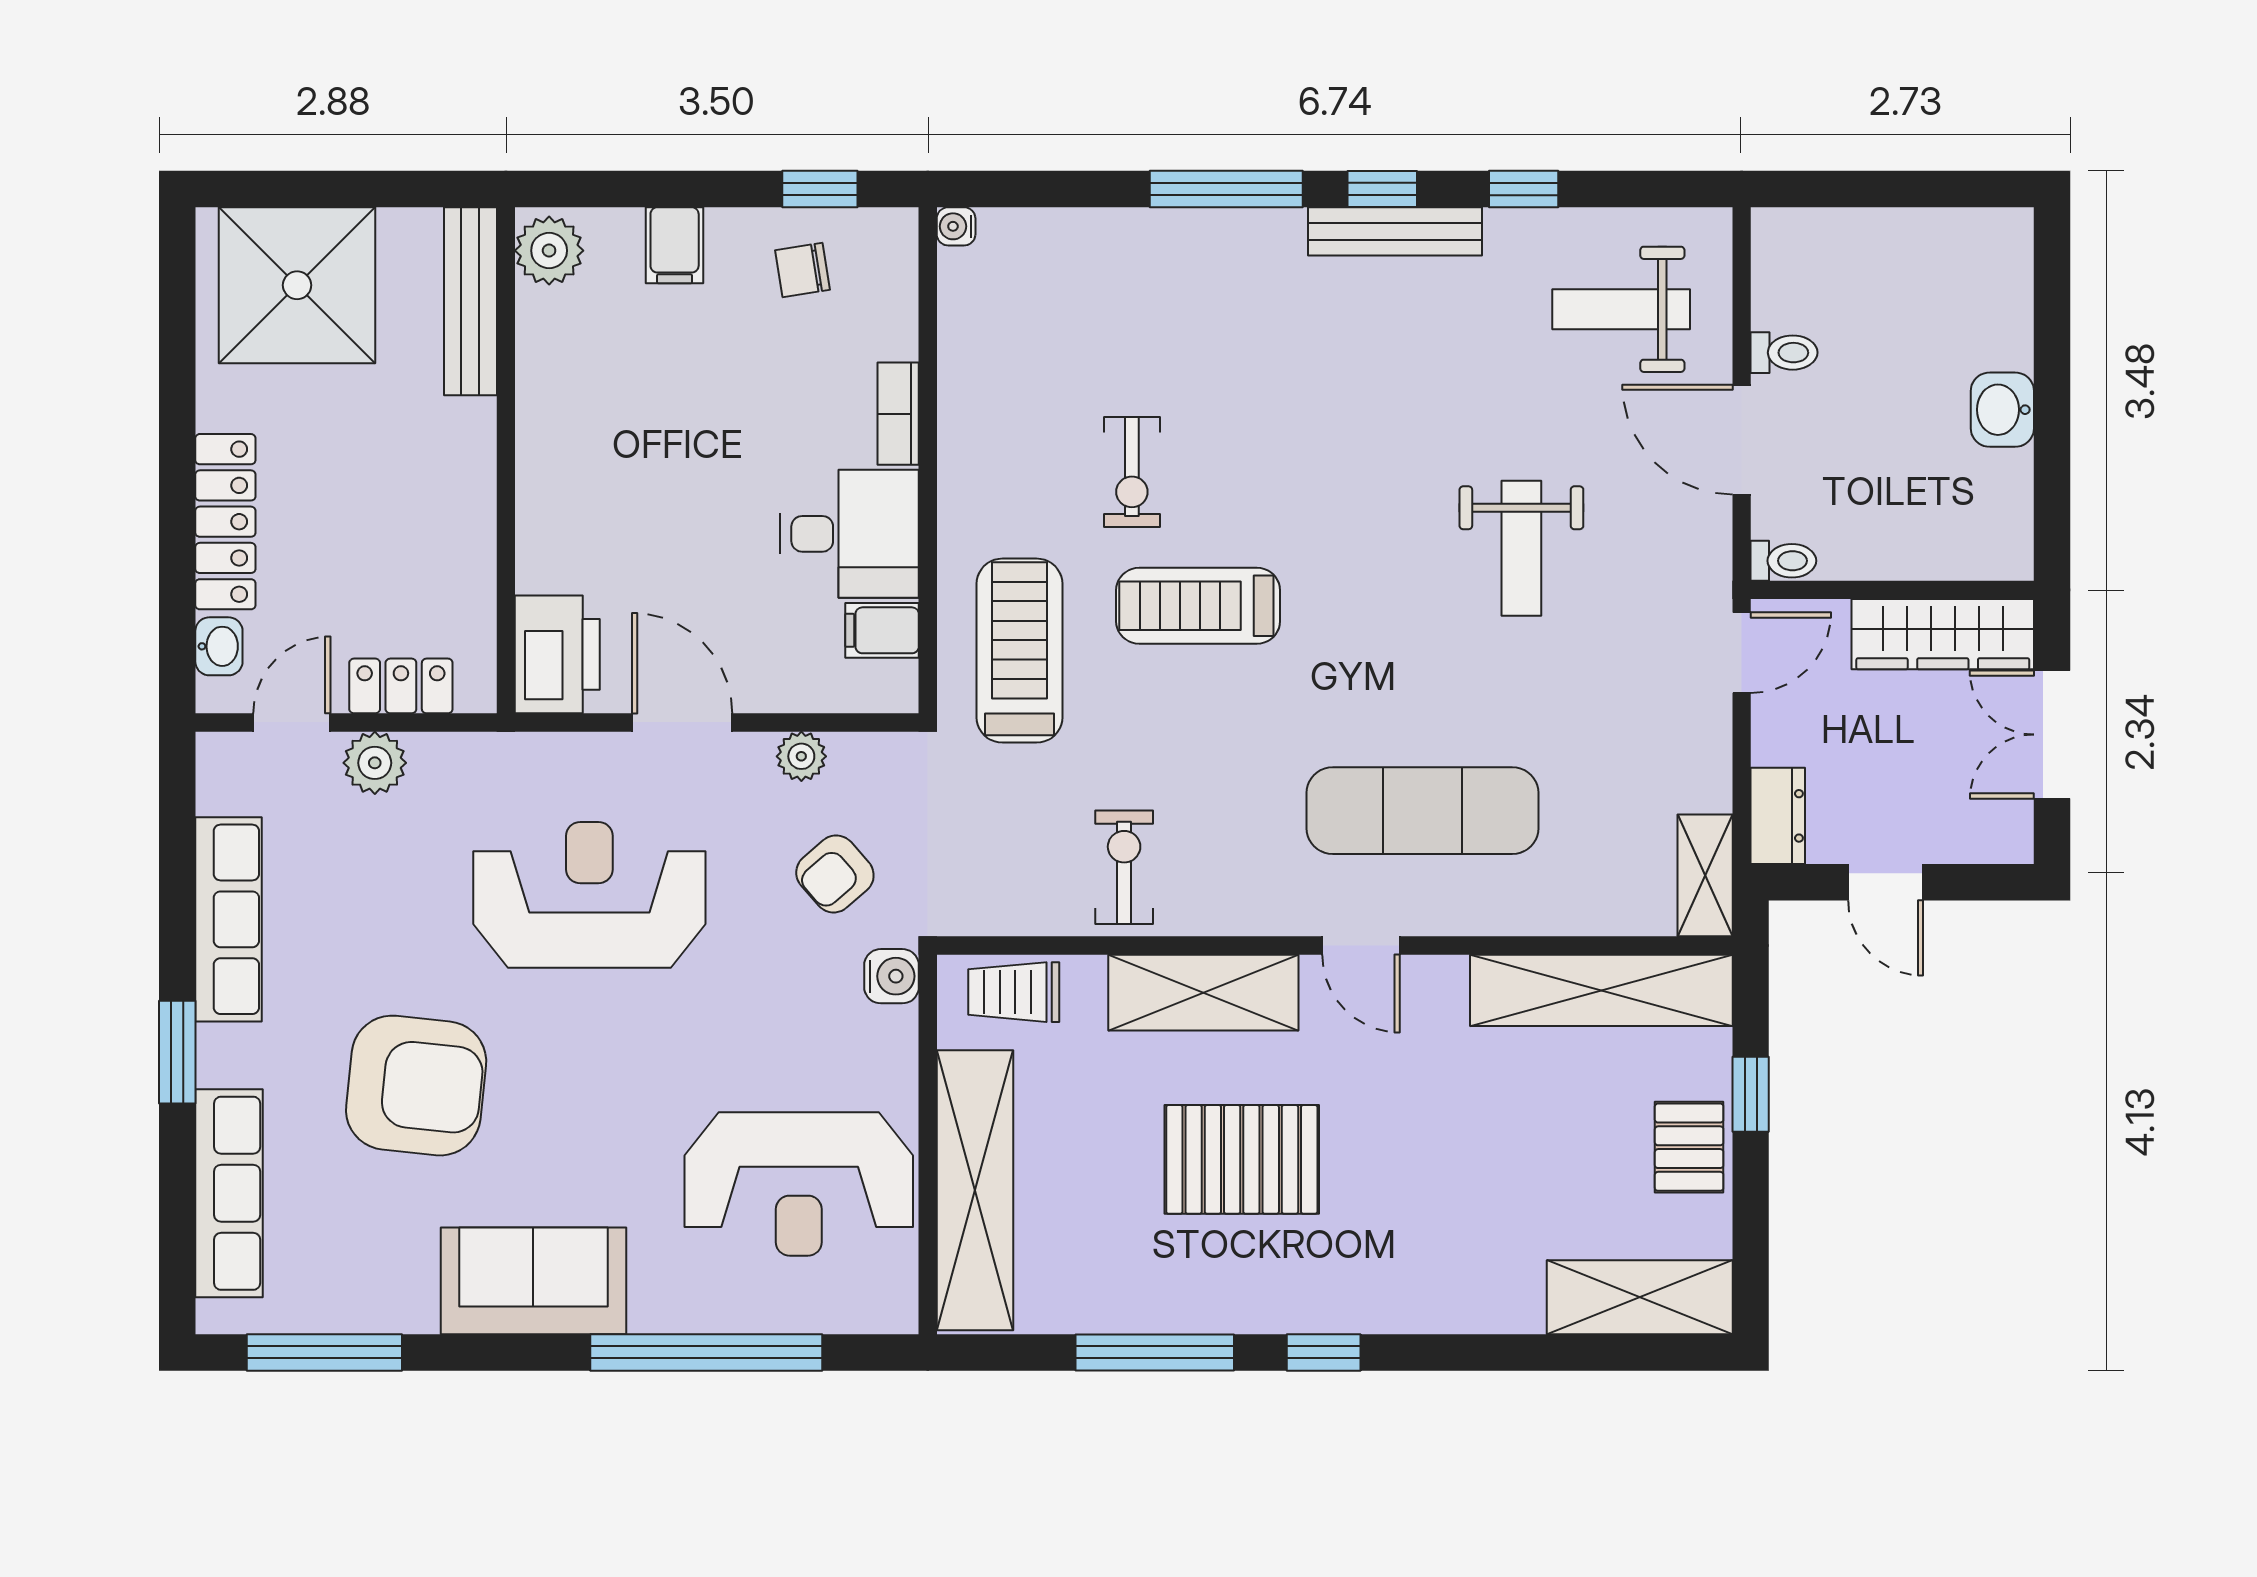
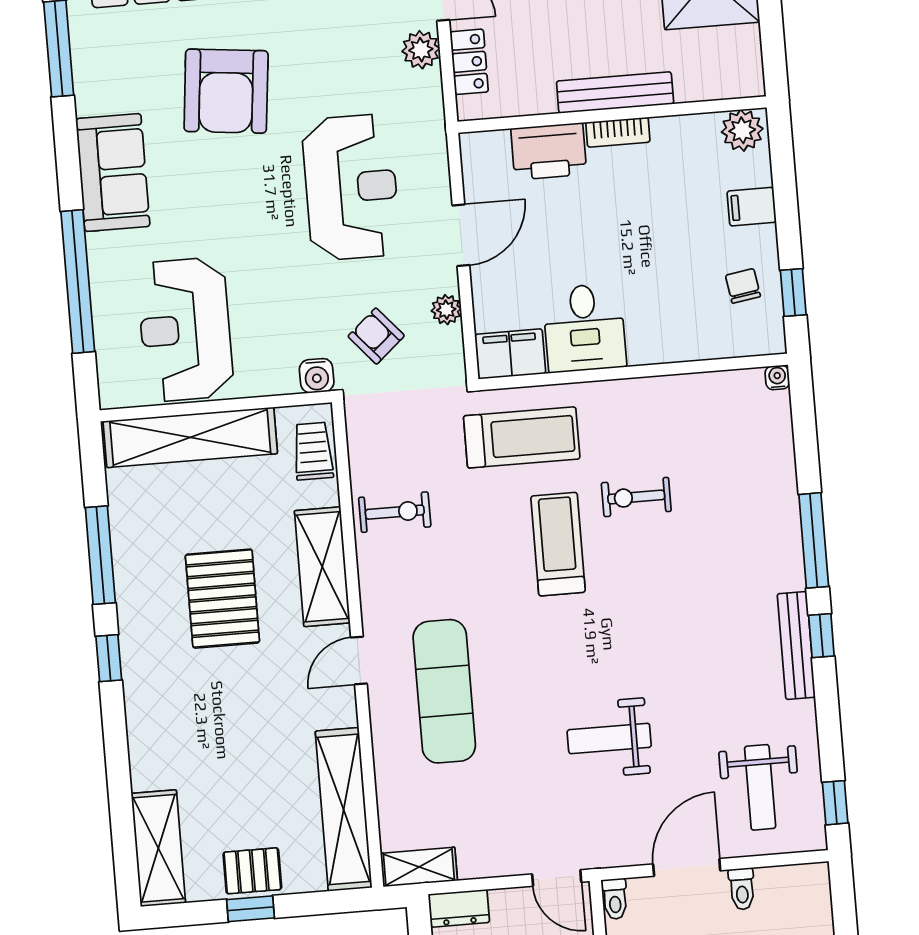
window: (1524, 189) -> (835, 803), moved
bench: (470, 301) -> (615, 92), moved
weight bench: (1621, 309) -> (760, 787), turned 180
bookcase: (898, 414) -> (618, 132), moved, turned 180
filing cabinet: (882, 630) -> (510, 354), width x2.00
printer: (557, 654) -> (549, 151), moved
window: (1751, 1094) -> (251, 909), moved

